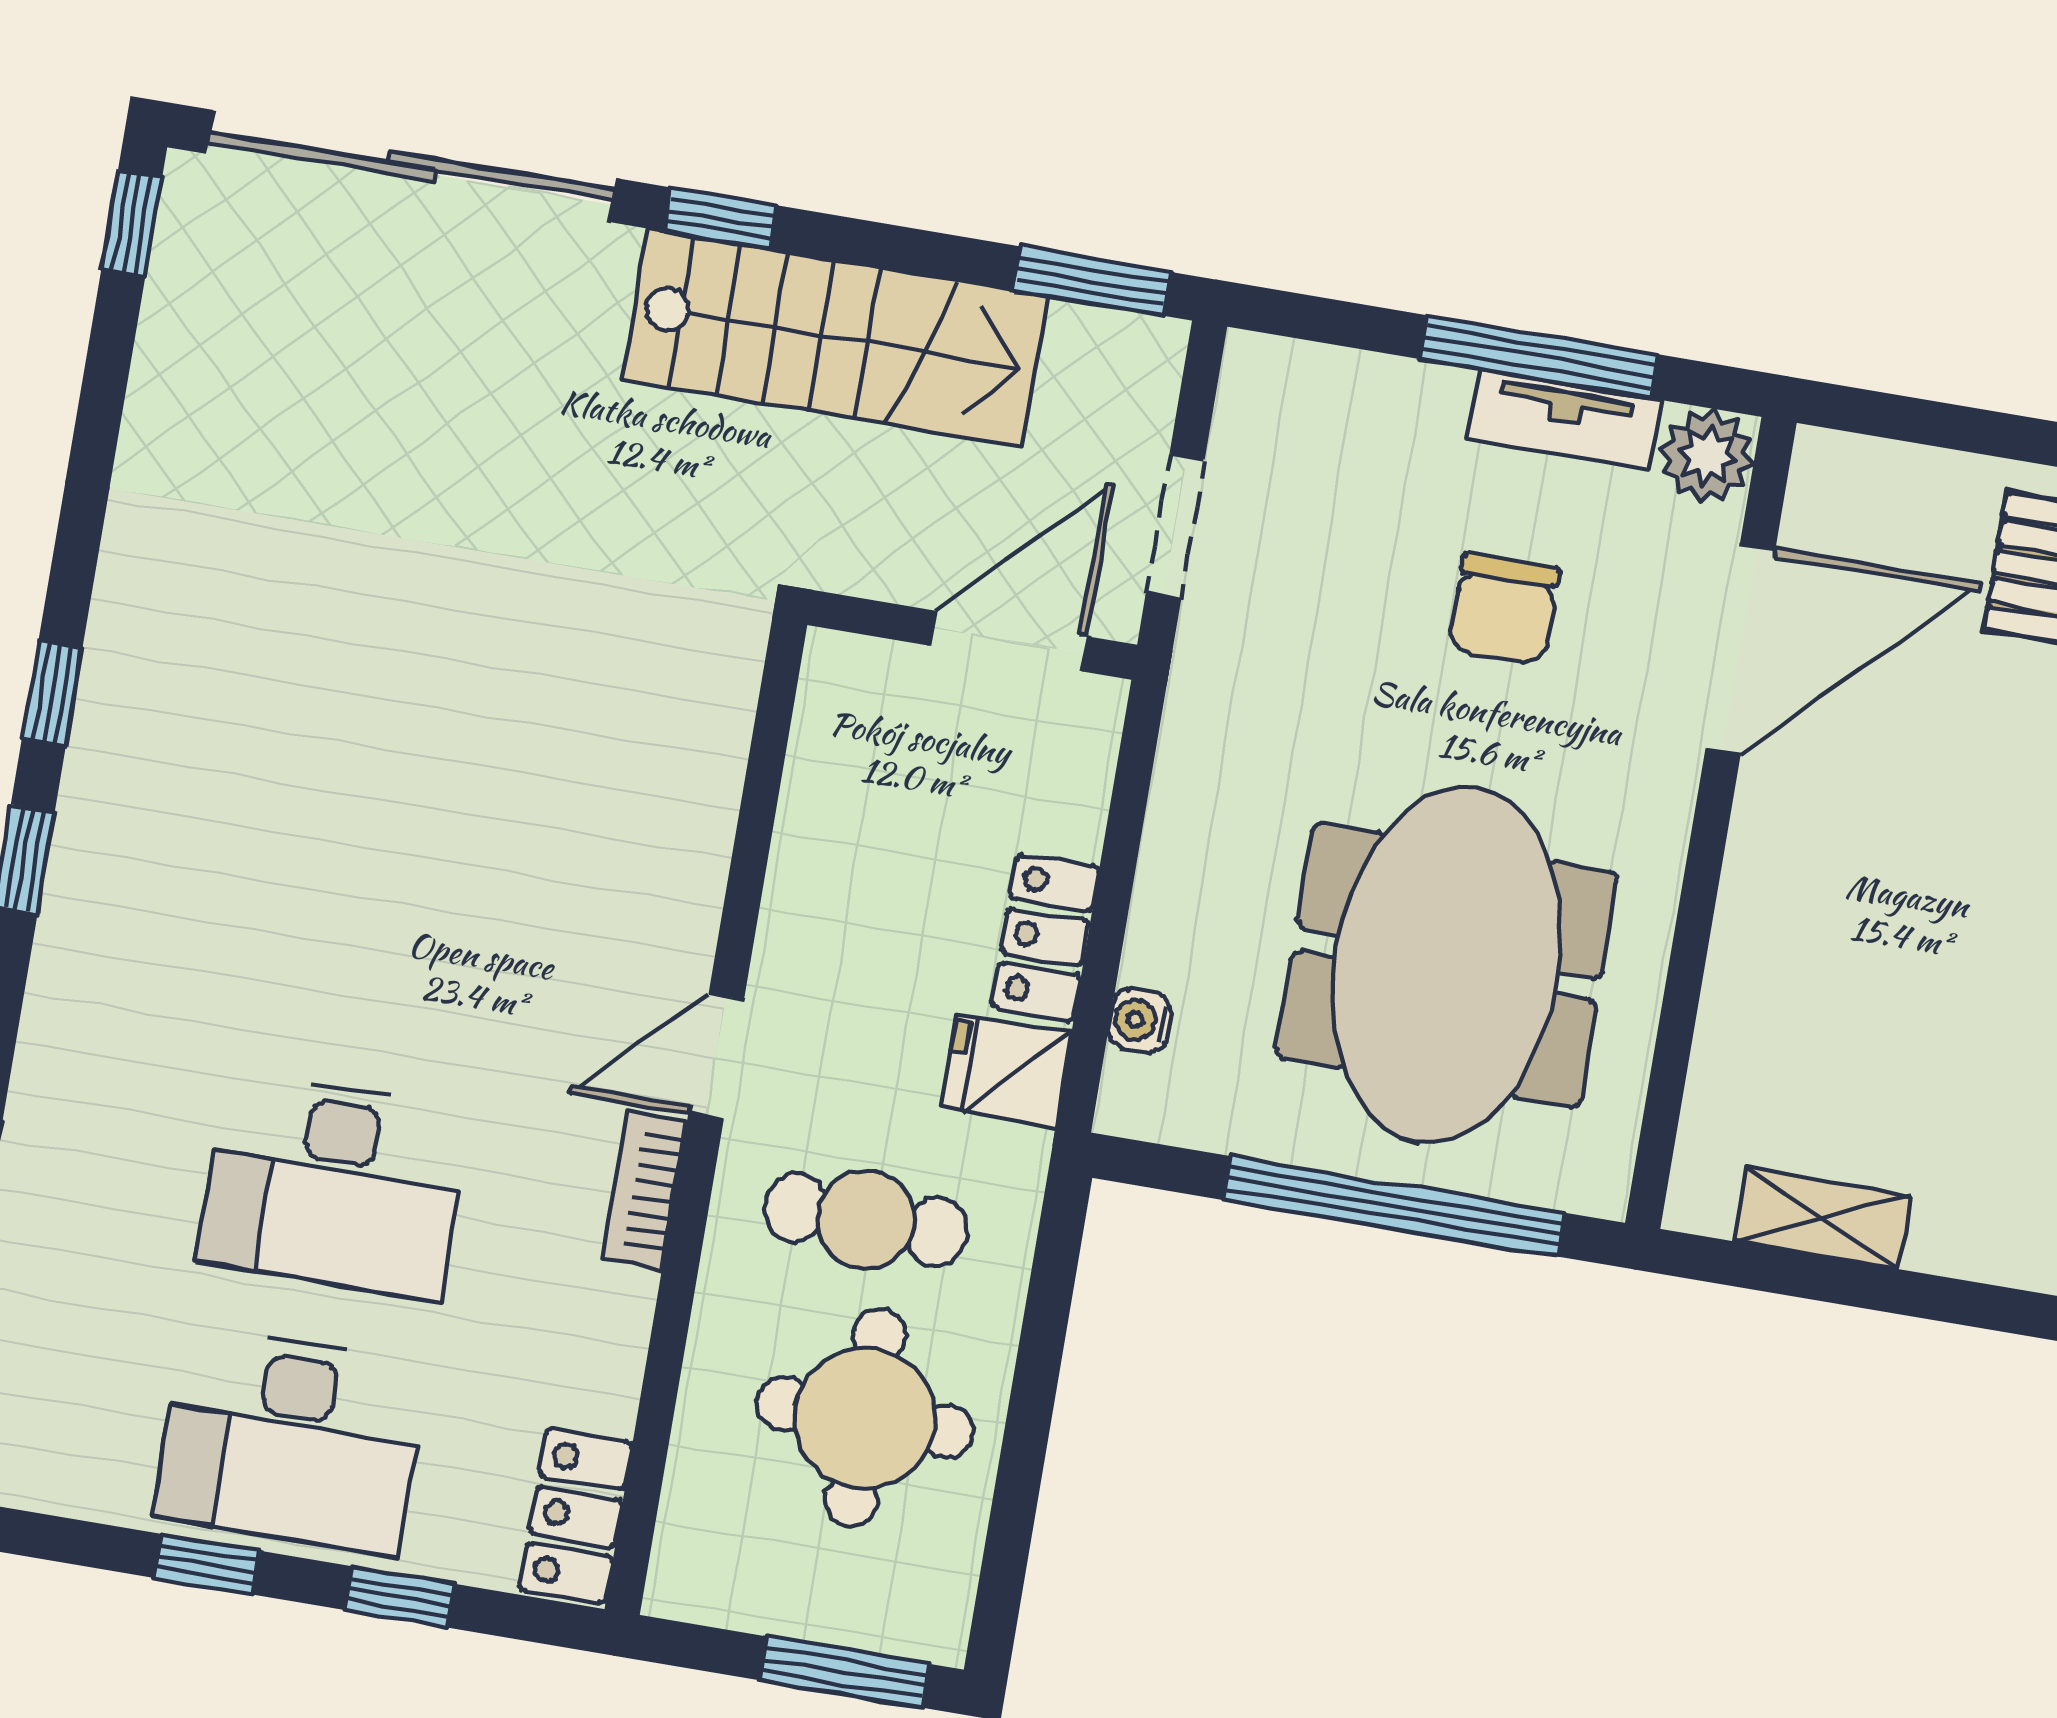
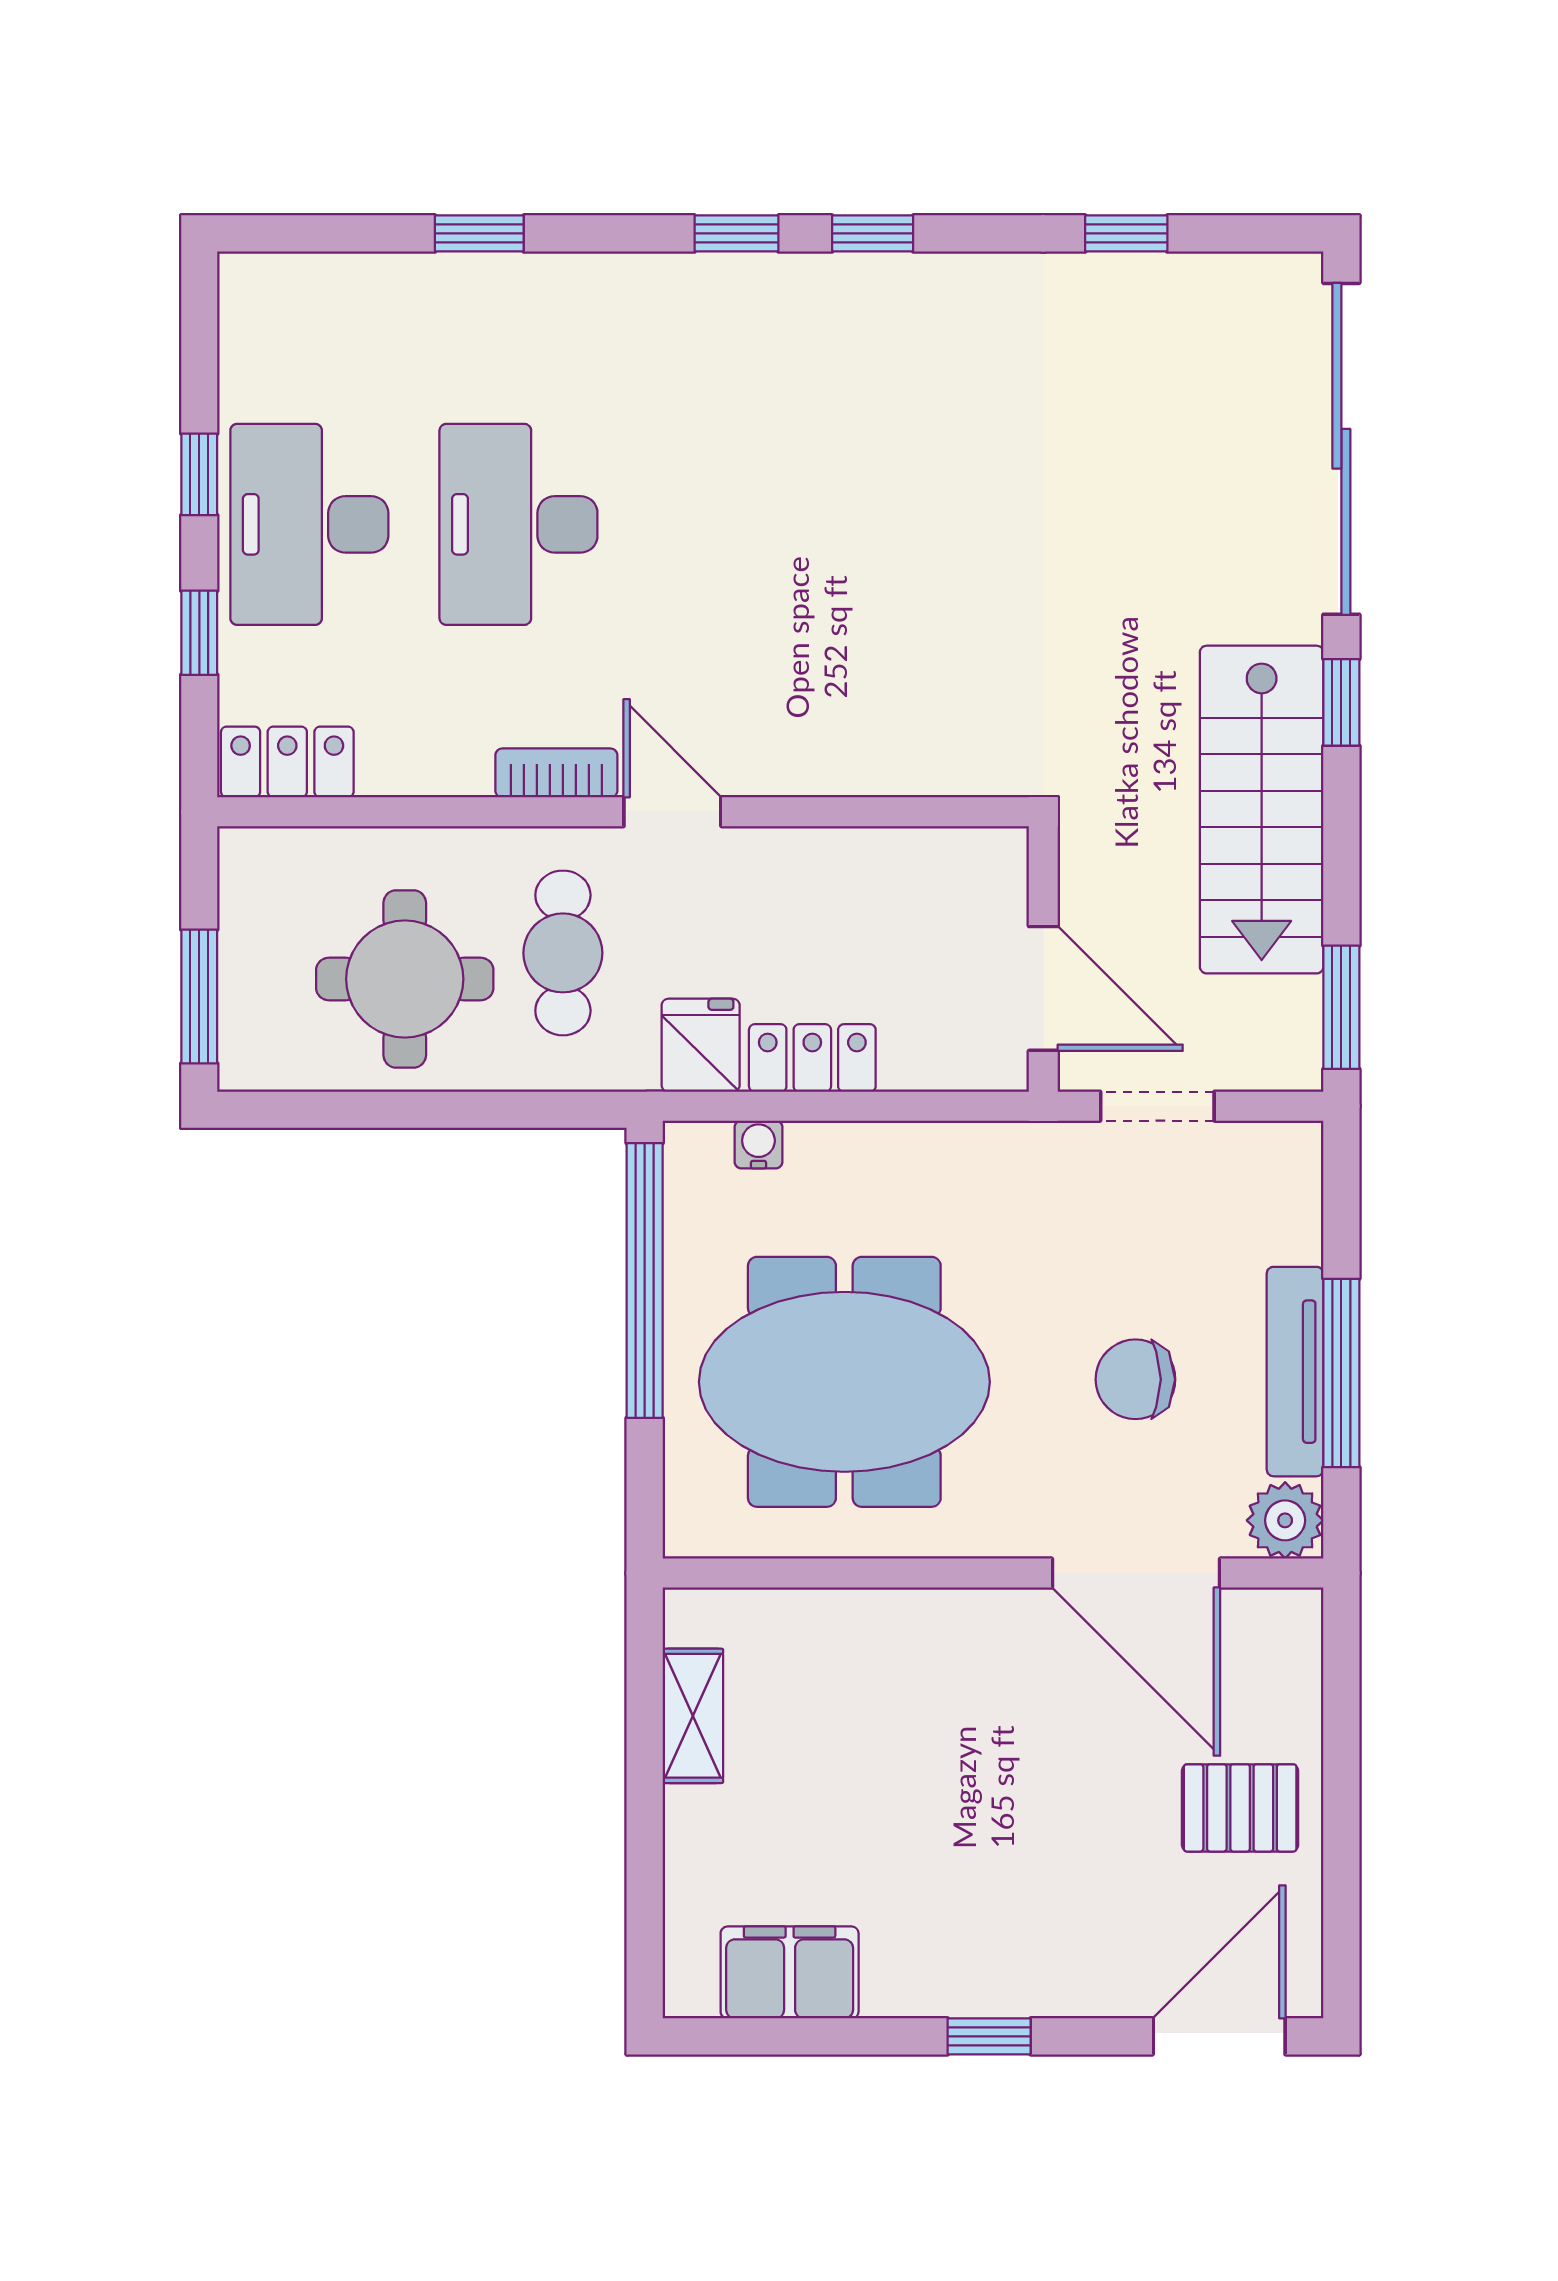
window: (132, 223) -> (1126, 233), moved
tv unit: (1565, 419) -> (1295, 1372), width x1.41
window: (1394, 1206) -> (645, 1281), moved

